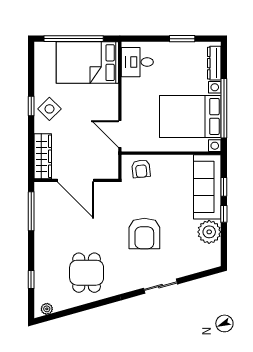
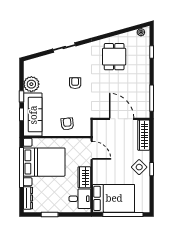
wardrobe: (131, 94) -> (84, 177), added
armchair: (141, 169) -> (67, 124), moved
armchair: (144, 233) -> (75, 83), width x0.53, depth x0.53

